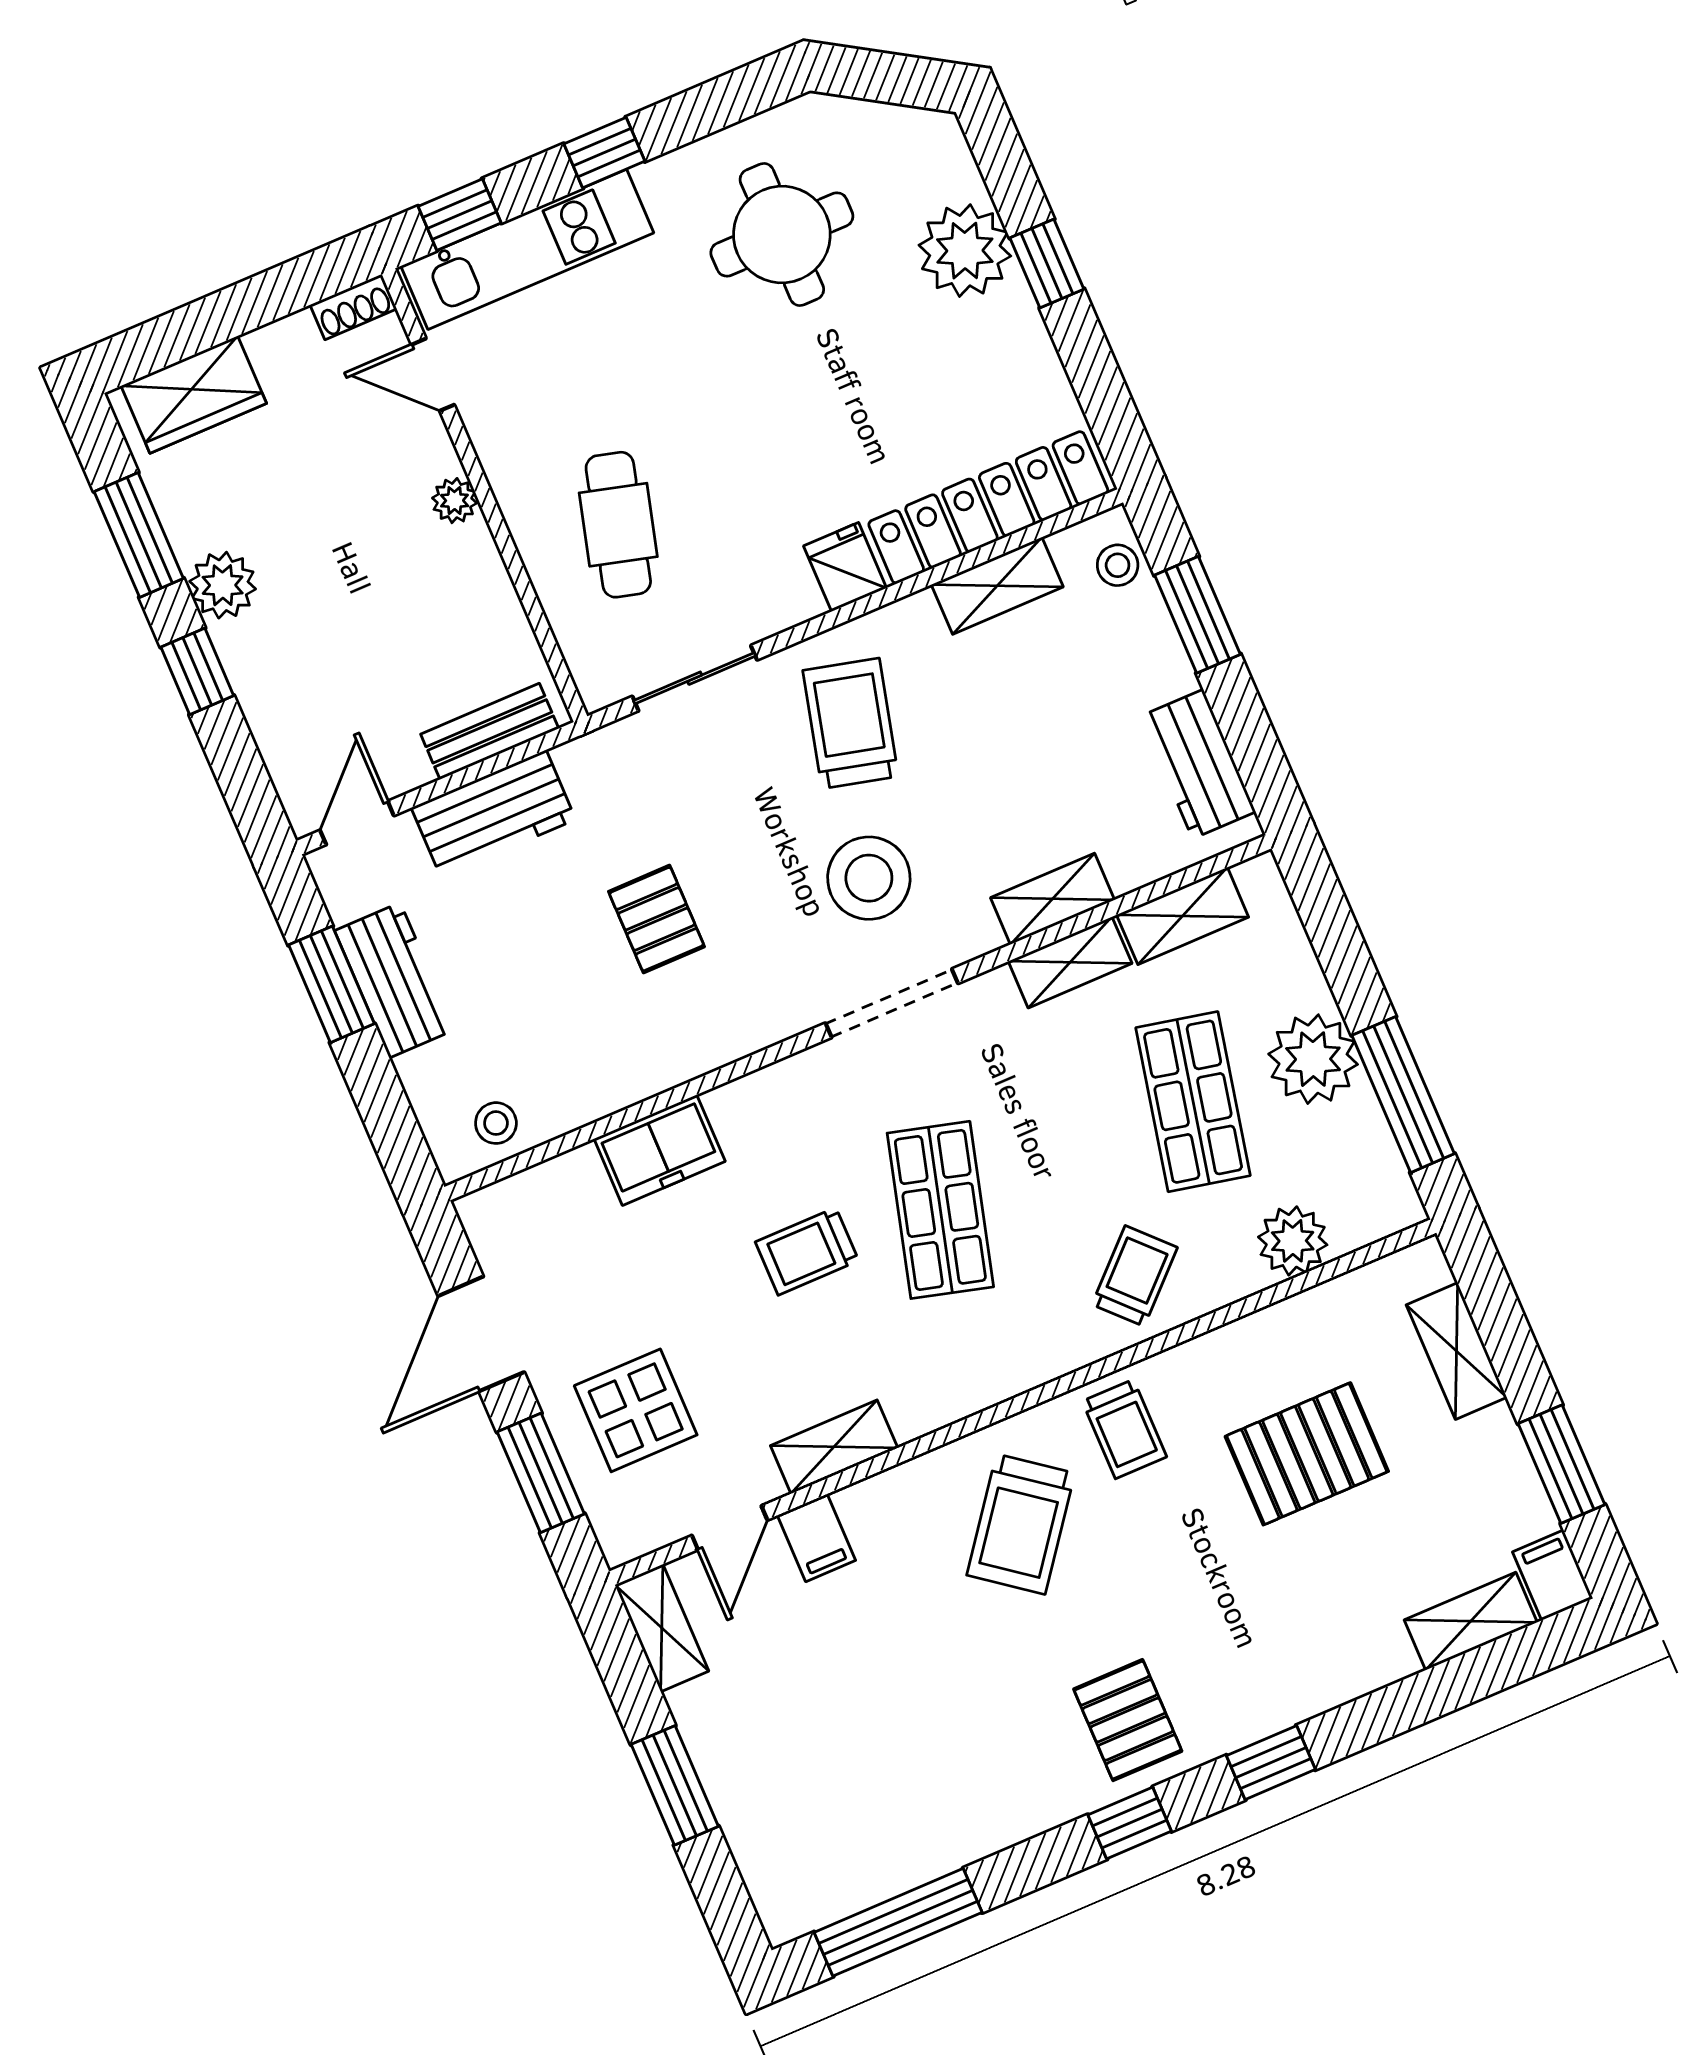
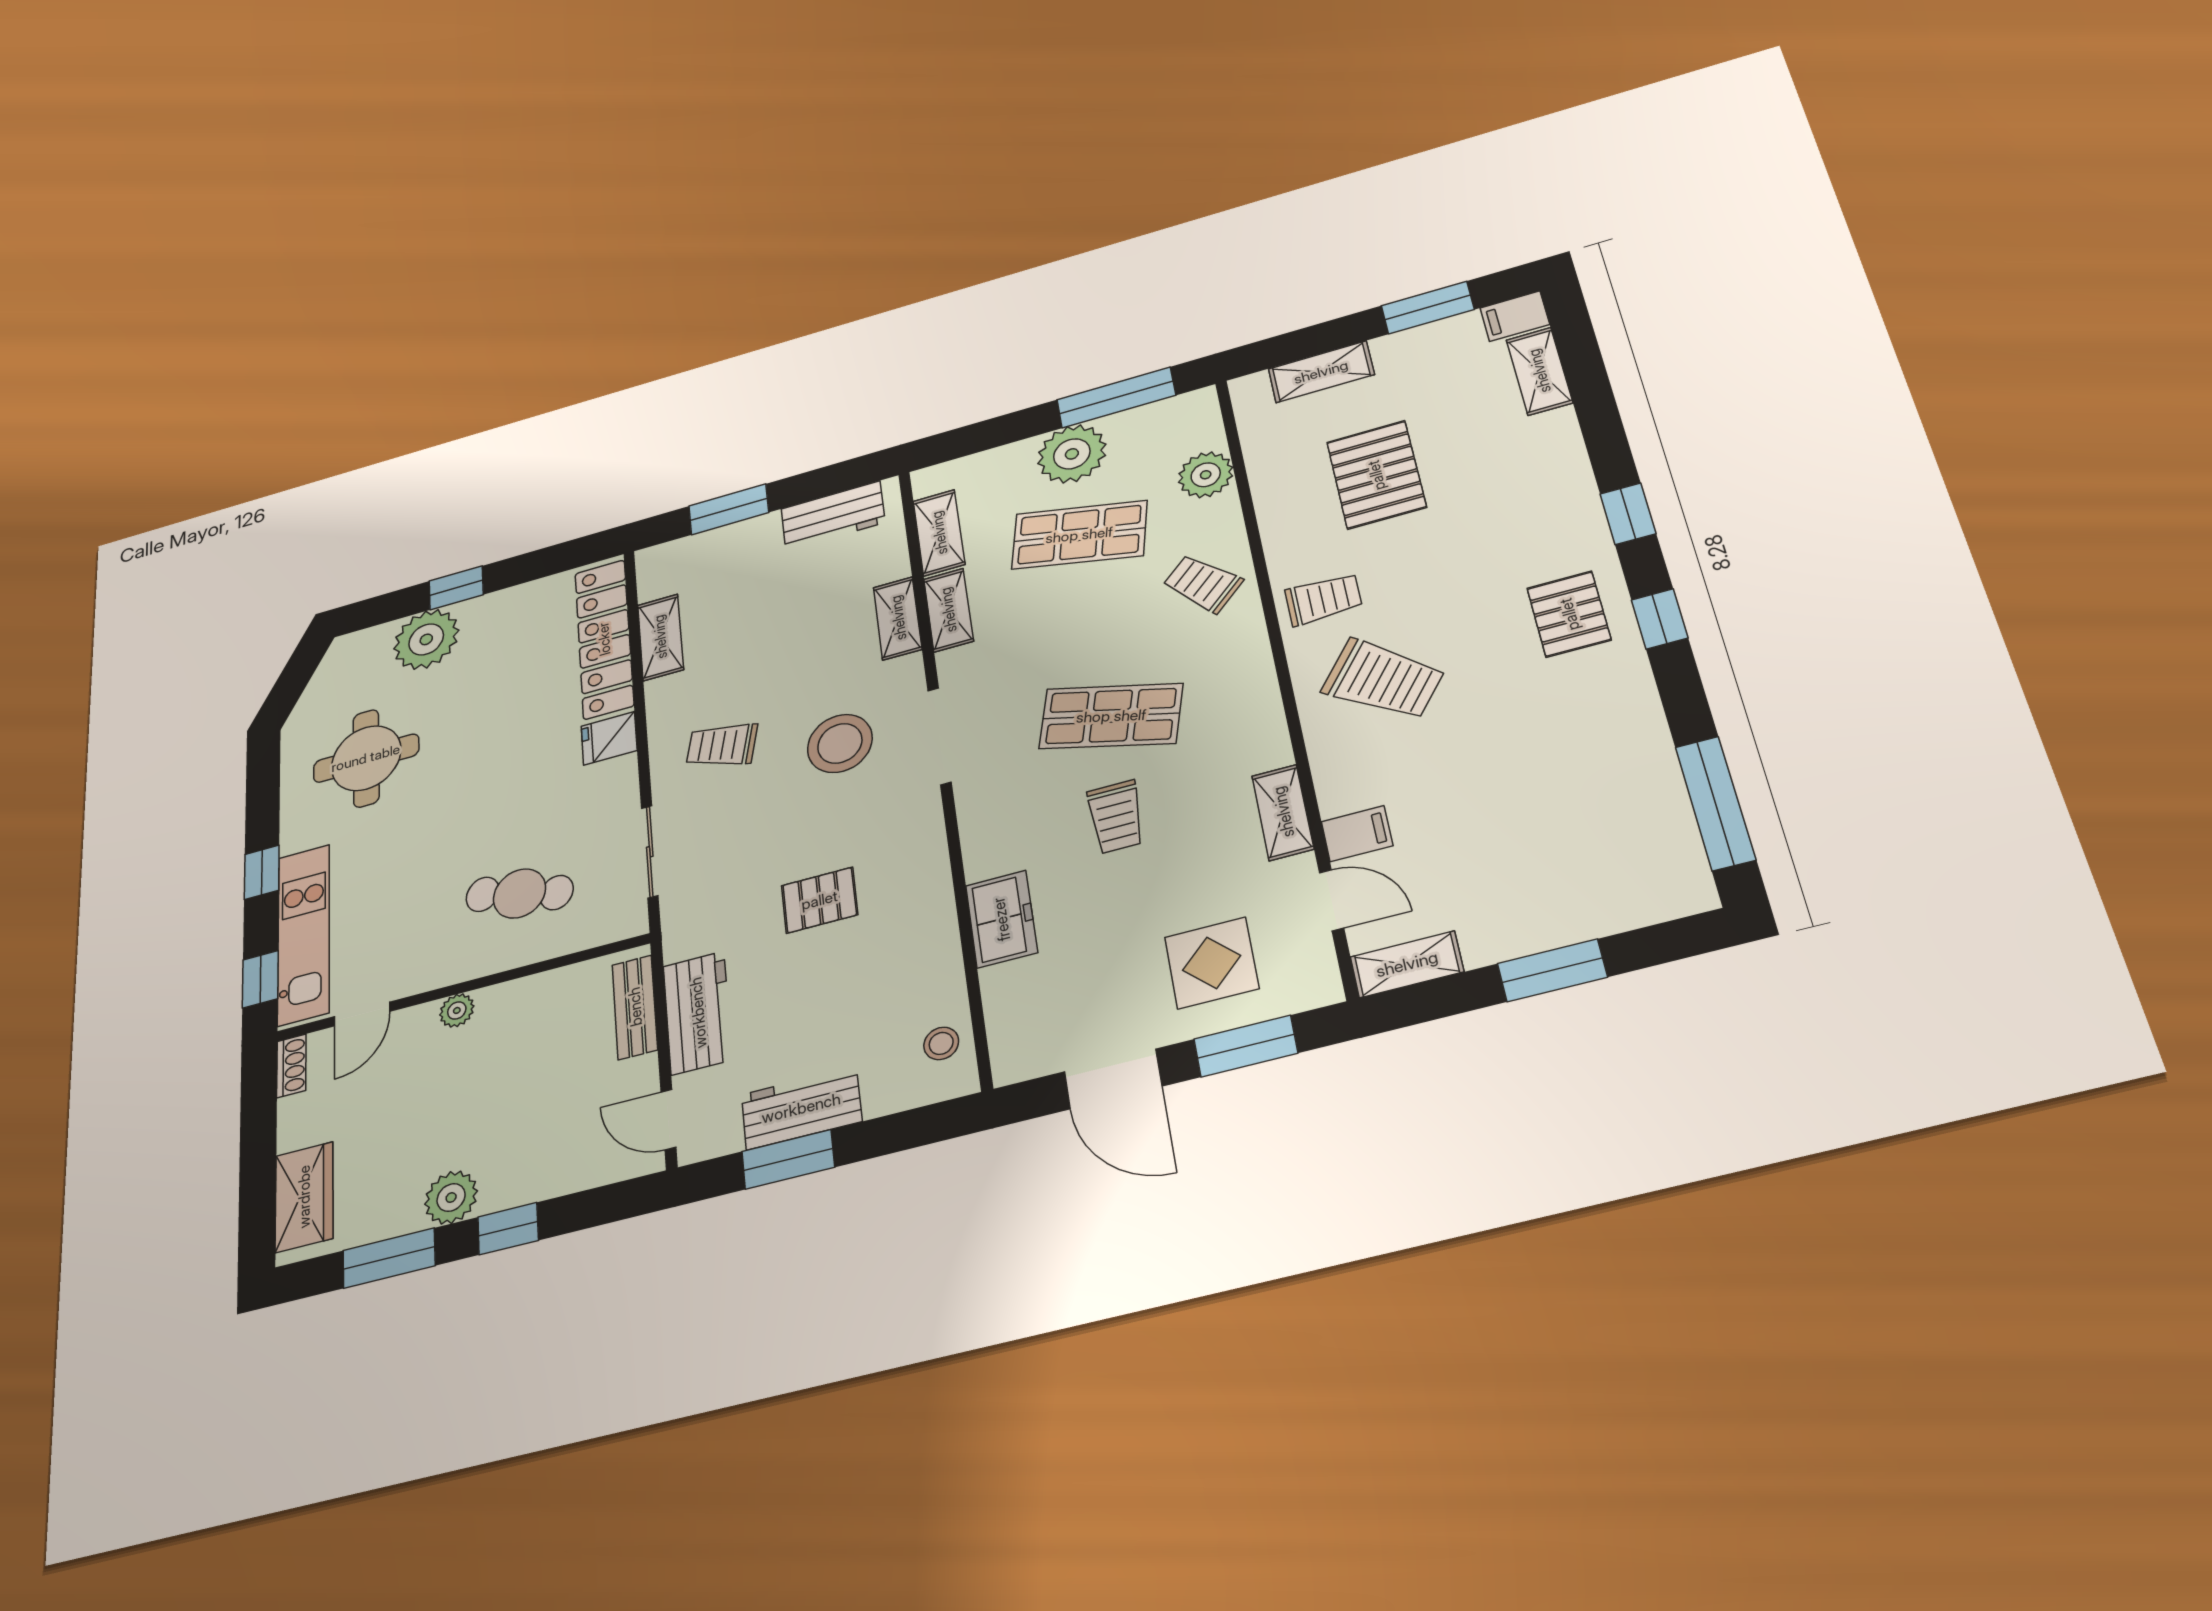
stool: (1118, 565) -> (676, 558), removed
trolley: (851, 723) -> (722, 745), width x0.73, depth x0.72
pallet: (1128, 1720) -> (1569, 614), turned 90

